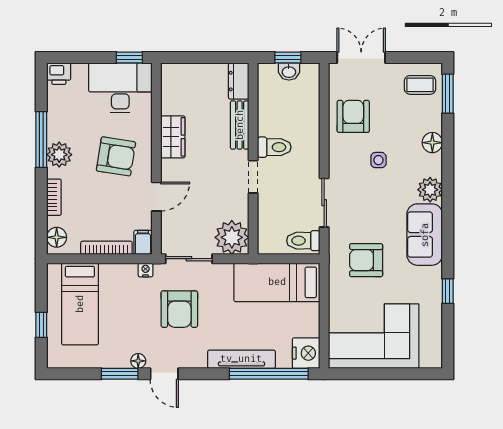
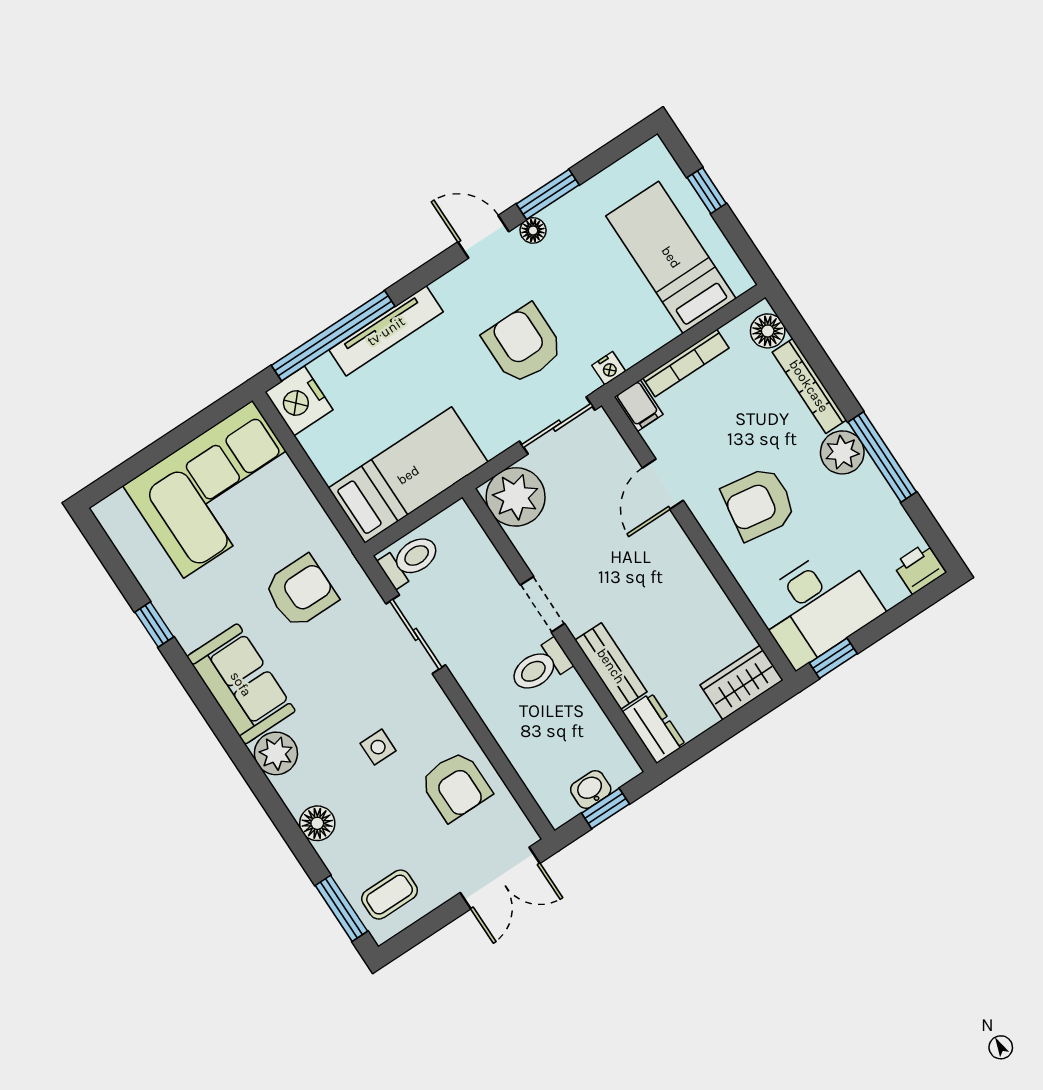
wardrobe: (173, 137) -> (742, 683), moved, turned 90
bookcase: (54, 197) -> (809, 386), width x1.56

